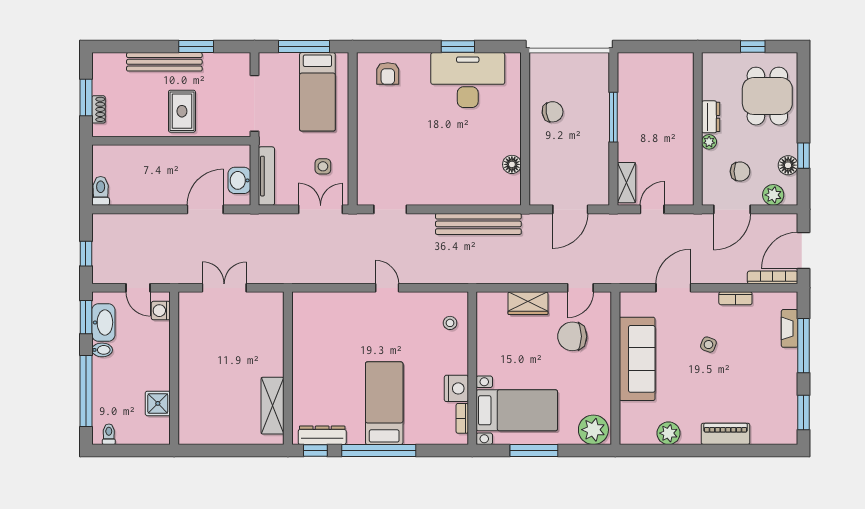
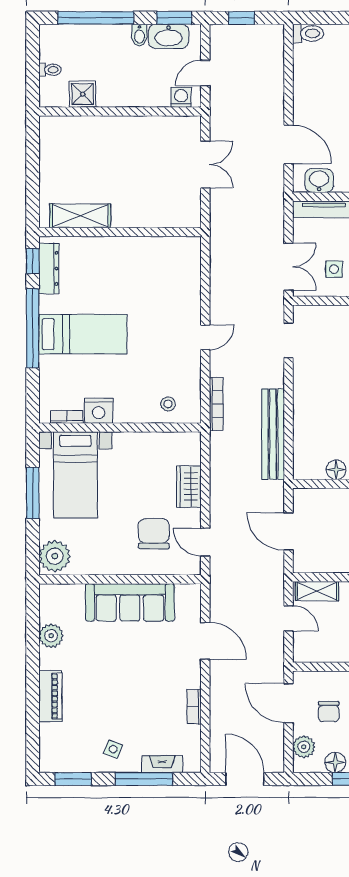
bookcase: (773, 277) -> (216, 404), moved
side table: (708, 345) -> (113, 749), moved
toilet: (109, 434) -> (50, 70), moved

